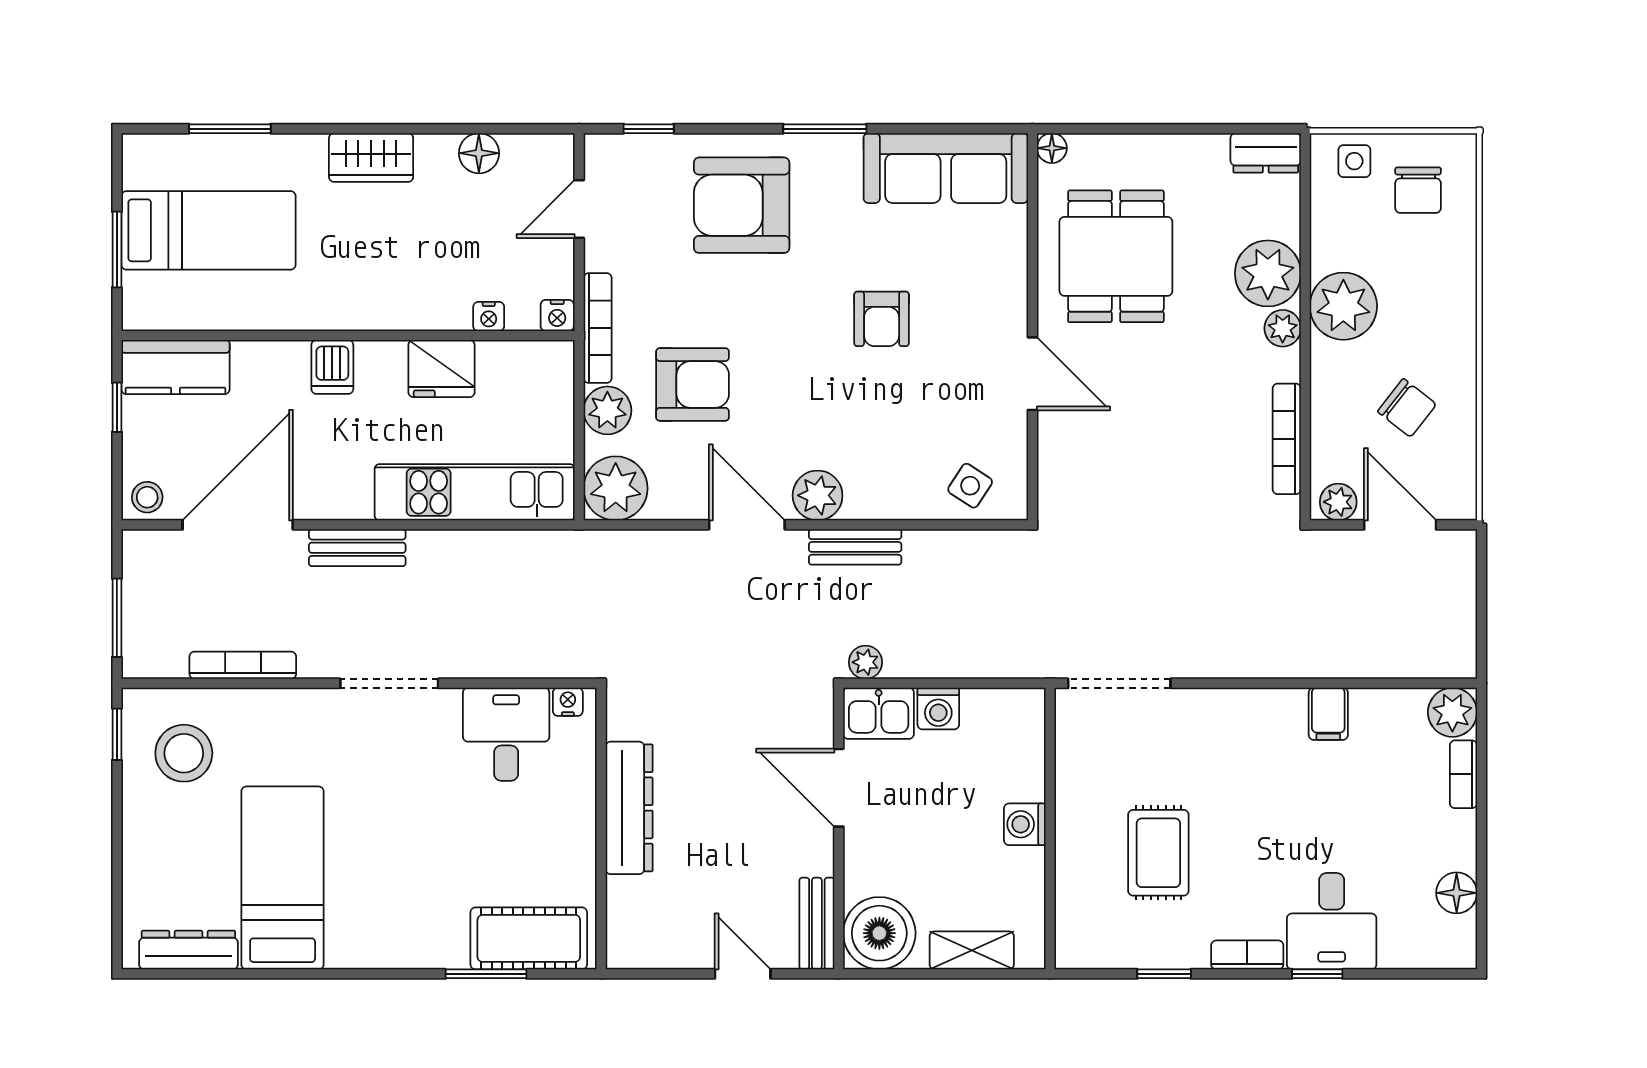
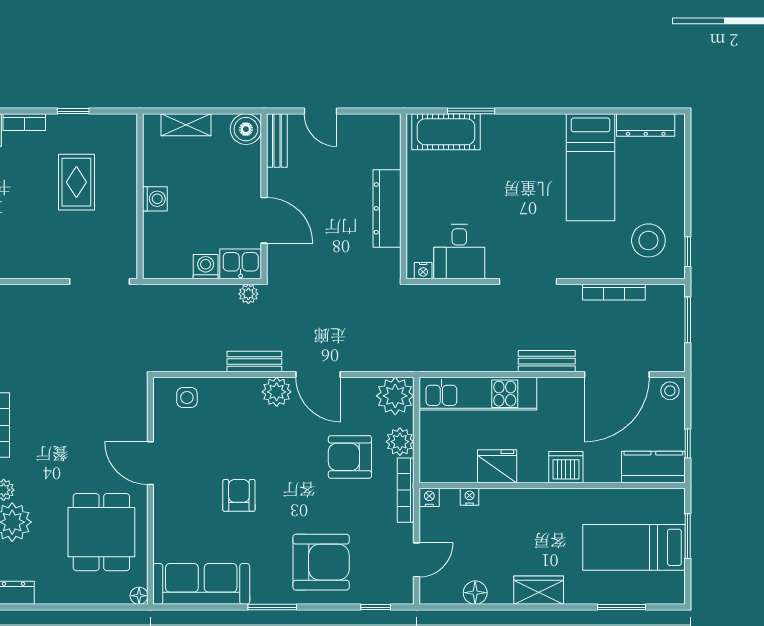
dishwasher: (332, 367) -> (566, 467), width x1.38
side table: (970, 486) -> (187, 398), turned -33
boiler: (879, 933) -> (246, 129), width x0.73, depth x0.73

